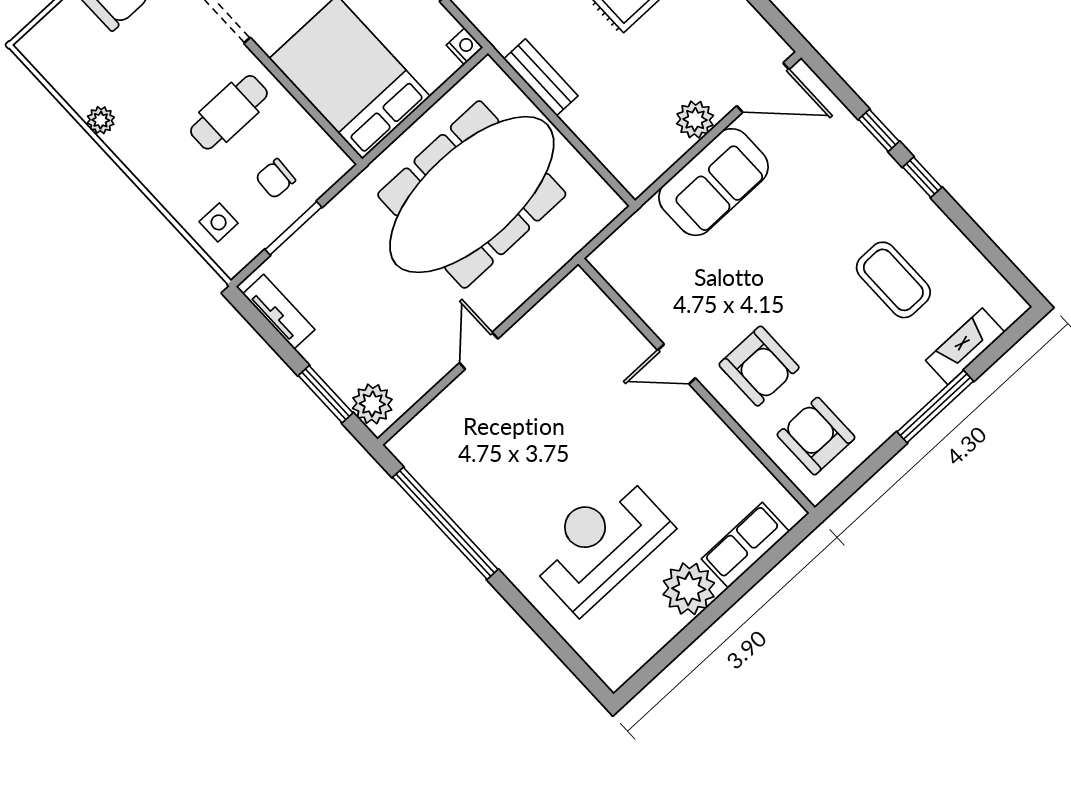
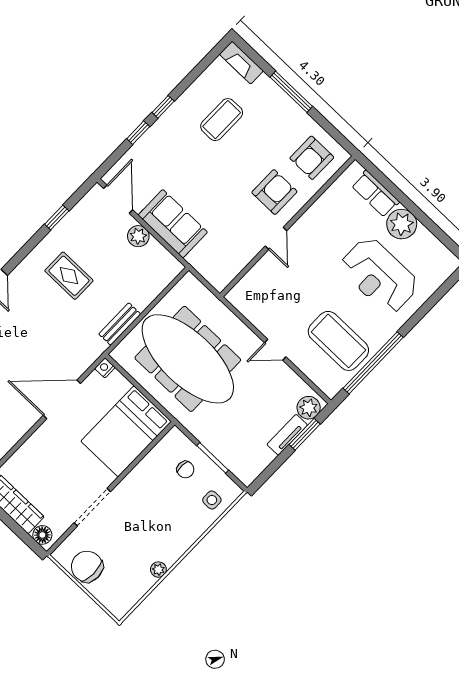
cafe table: (229, 112) -> (150, 498), removed
tv unit: (279, 312) -> (287, 435), moved
fireplace: (965, 346) -> (241, 63), moved
coffee table: (488, 464) -> (338, 341), added

